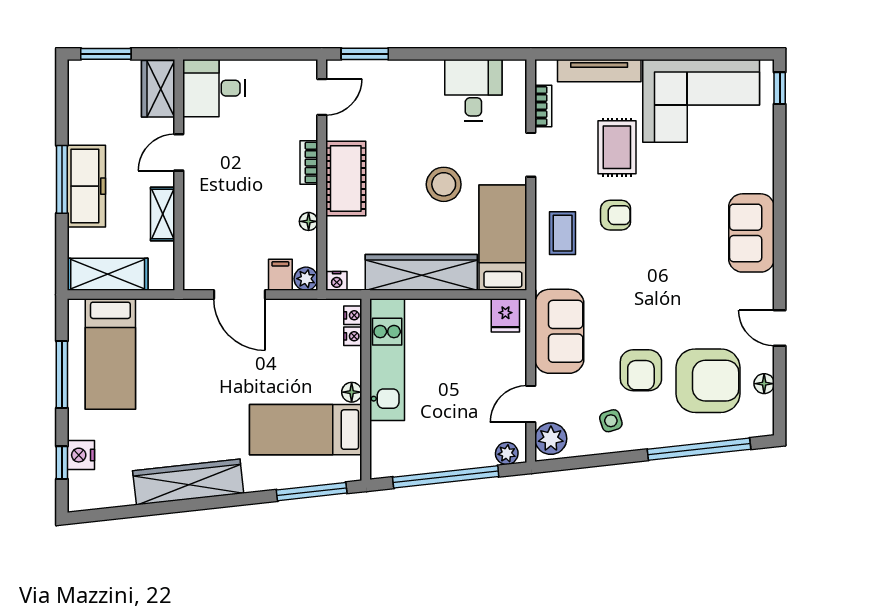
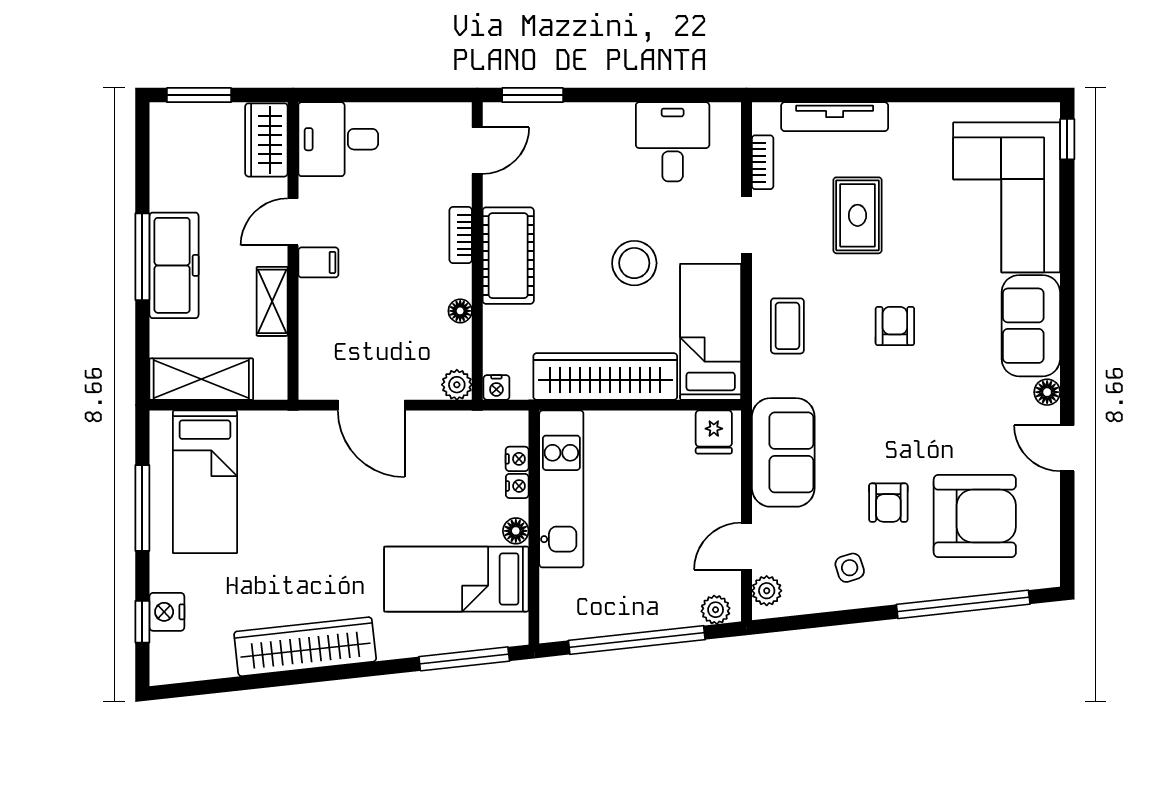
corner sofa: (701, 101) -> (1007, 197), moved, turned 90
armchair: (616, 215) -> (895, 326), moved, turned -90
filing cabinet: (280, 275) -> (318, 262), moved, turned 90
nightstand: (353, 315) -> (517, 486), moved
armchair: (641, 370) -> (888, 503), width x0.72, depth x0.72
floor lamp: (764, 384) -> (1047, 392), moved
plant: (551, 439) -> (767, 591), width x0.73, depth x0.73

